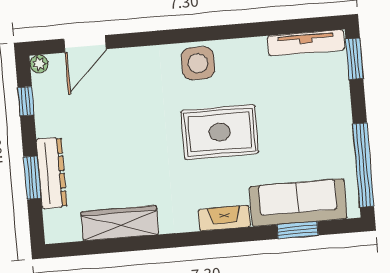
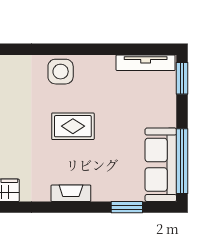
rug: (220, 132) -> (73, 126), width x0.73, depth x0.70
sofa: (298, 203) -> (161, 165), moved, turned -90

